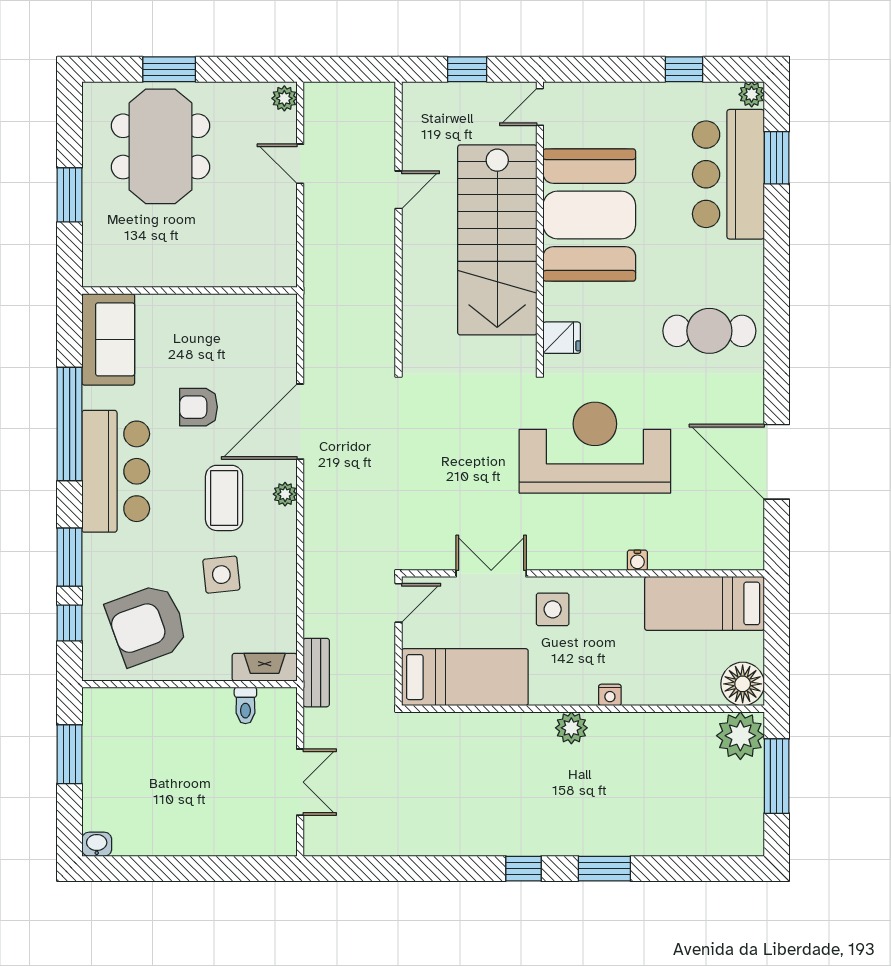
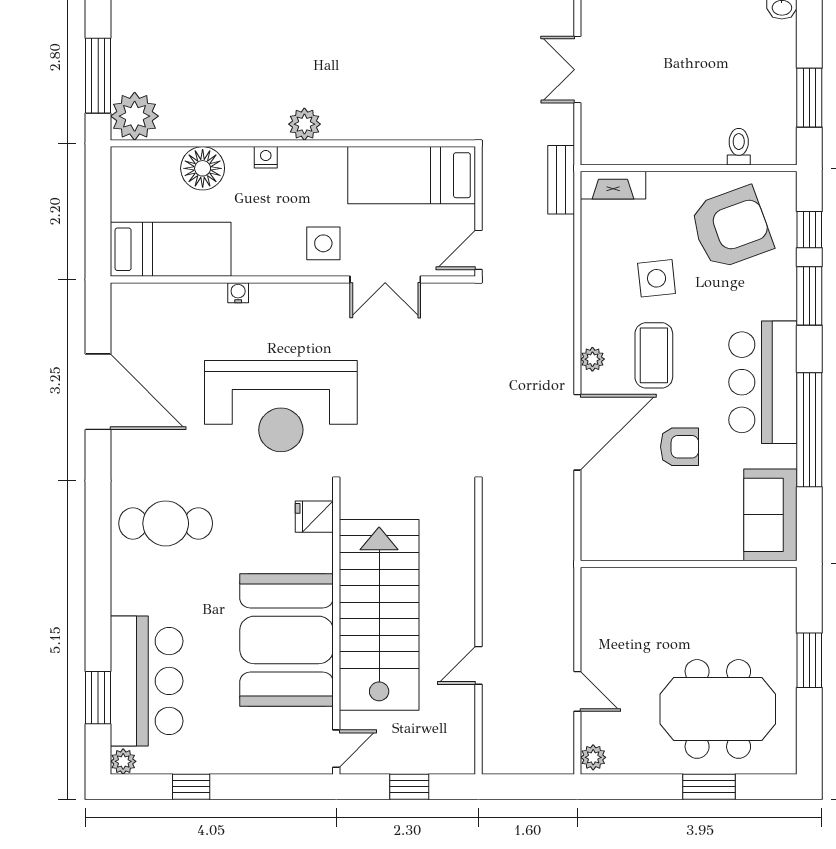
meeting table: (160, 146) -> (718, 709), turned 90
floor lamp: (743, 684) -> (203, 168), moved
toilet: (245, 705) -> (739, 147), moved

